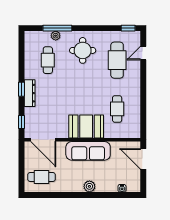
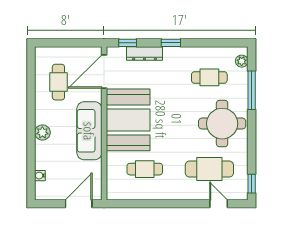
plant: (56, 36) -> (242, 61), moved
round table: (83, 50) -> (222, 124), width x1.36, depth x1.36
dresser: (30, 93) -> (145, 54), moved
booth: (86, 127) -> (128, 120), width x1.36, depth x1.42
cafe table: (42, 177) -> (58, 82), moved

